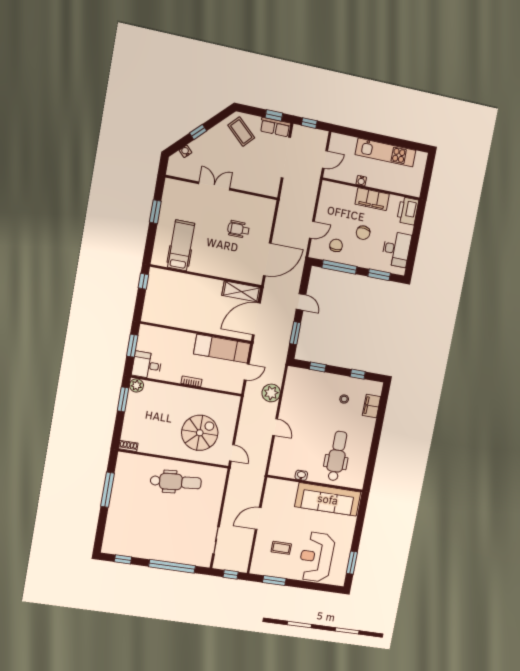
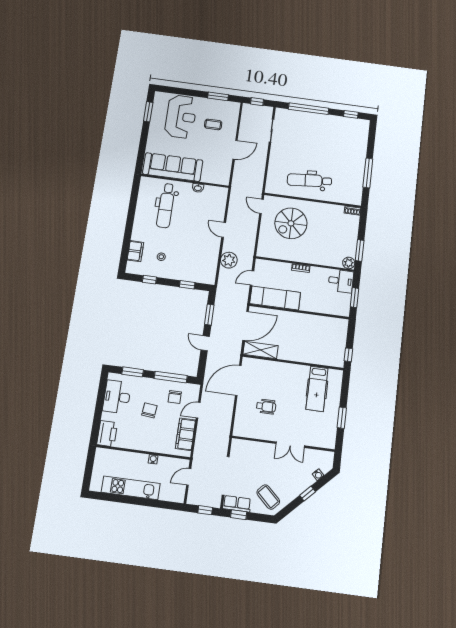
filing cabinet: (372, 199) -> (185, 434), moved, turned -90

